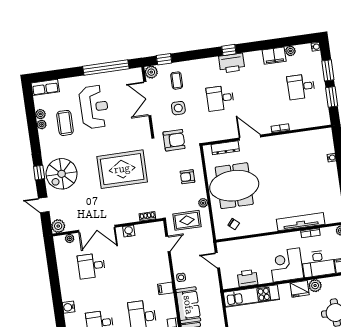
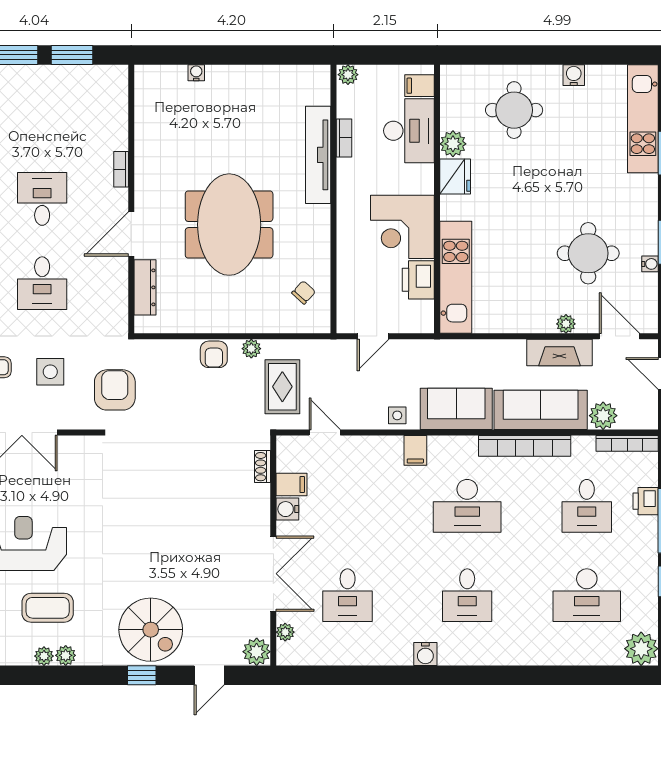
desk: (301, 87) -> (42, 199), moved, turned 180
plant: (40, 114) -> (66, 655), moved
rug: (122, 169) -> (159, 504), removed
armchair: (187, 177) -> (214, 354), moved
meeting table: (234, 186) -> (229, 225), moved
filing cabinet: (141, 231) -> (291, 484), added
corner desk: (286, 265) -> (402, 227), moved

